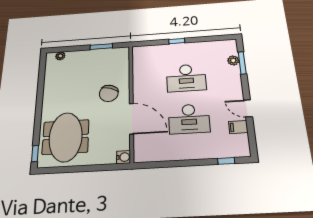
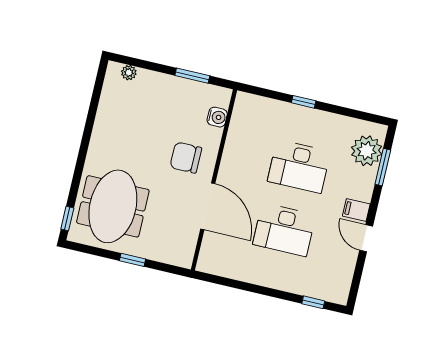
plant: (233, 61) -> (367, 151), width x1.88, depth x1.88
chair: (109, 93) -> (186, 158), turned 72
filing cabinet: (238, 127) -> (356, 210), moved
water cooler: (124, 157) -> (217, 117), moved
window: (87, 168) -> (132, 260), added

